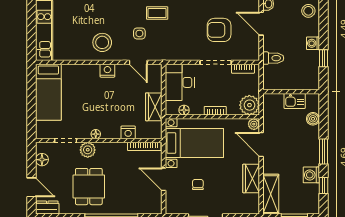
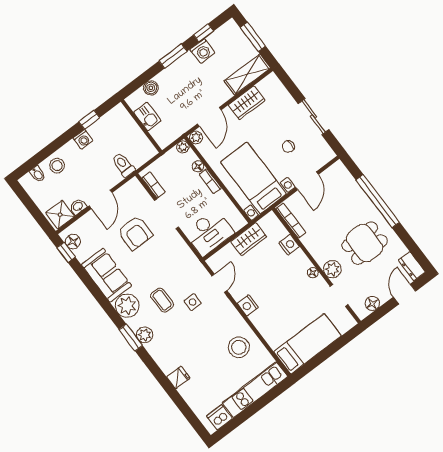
stool: (102, 42) -> (239, 347), moved
plant: (249, 105) -> (183, 147), width x0.53, depth x0.53
floor lamp: (184, 110) -> (198, 166), moved

